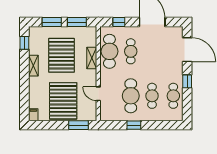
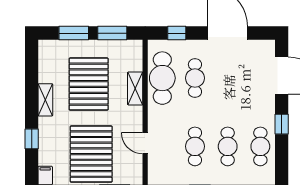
window: (24, 43) -> (32, 139), moved
cafe table: (131, 96) -> (195, 146), width x0.73, depth x0.74

